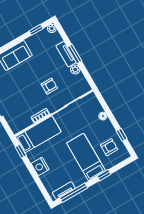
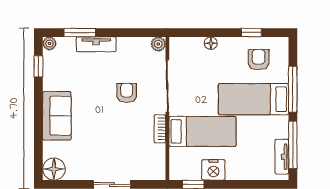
window: (75, 54) -> (80, 33), moved
plant: (75, 70) -> (158, 44), moved
bed: (38, 134) -> (203, 131), moved, turned 90
nightstand: (40, 166) -> (213, 170), moved
window: (104, 175) -> (293, 89), width x2.17

